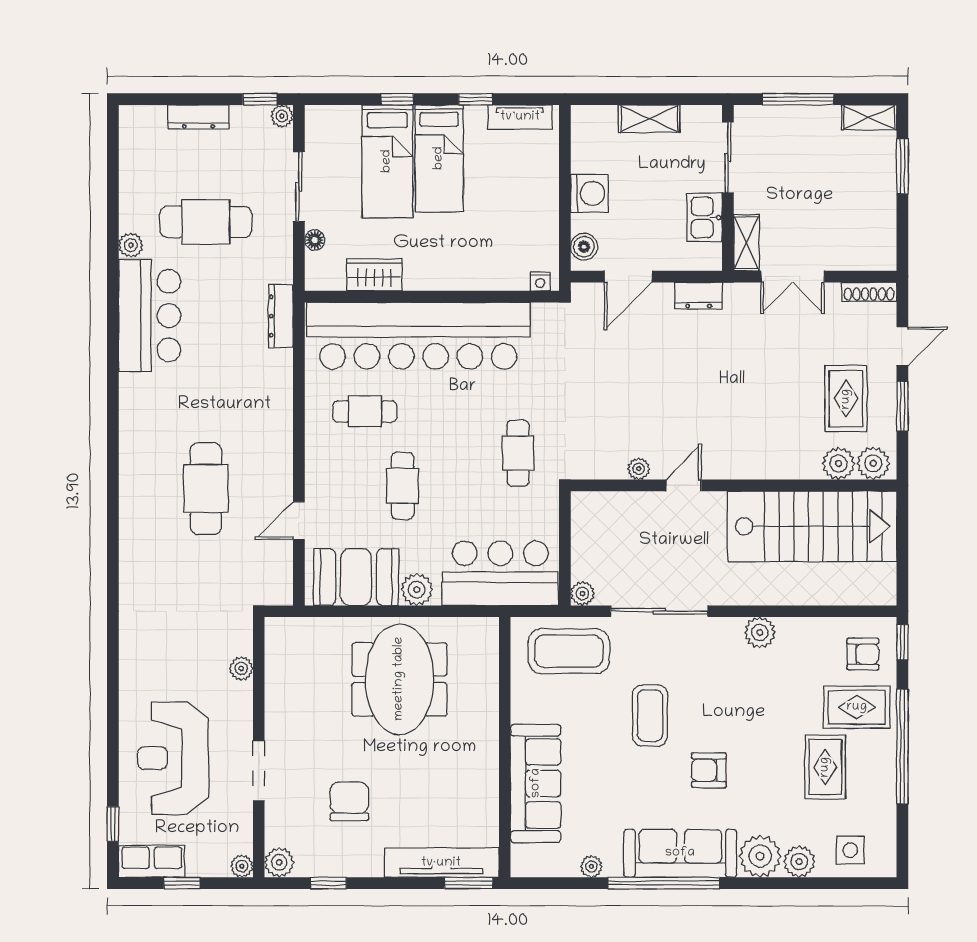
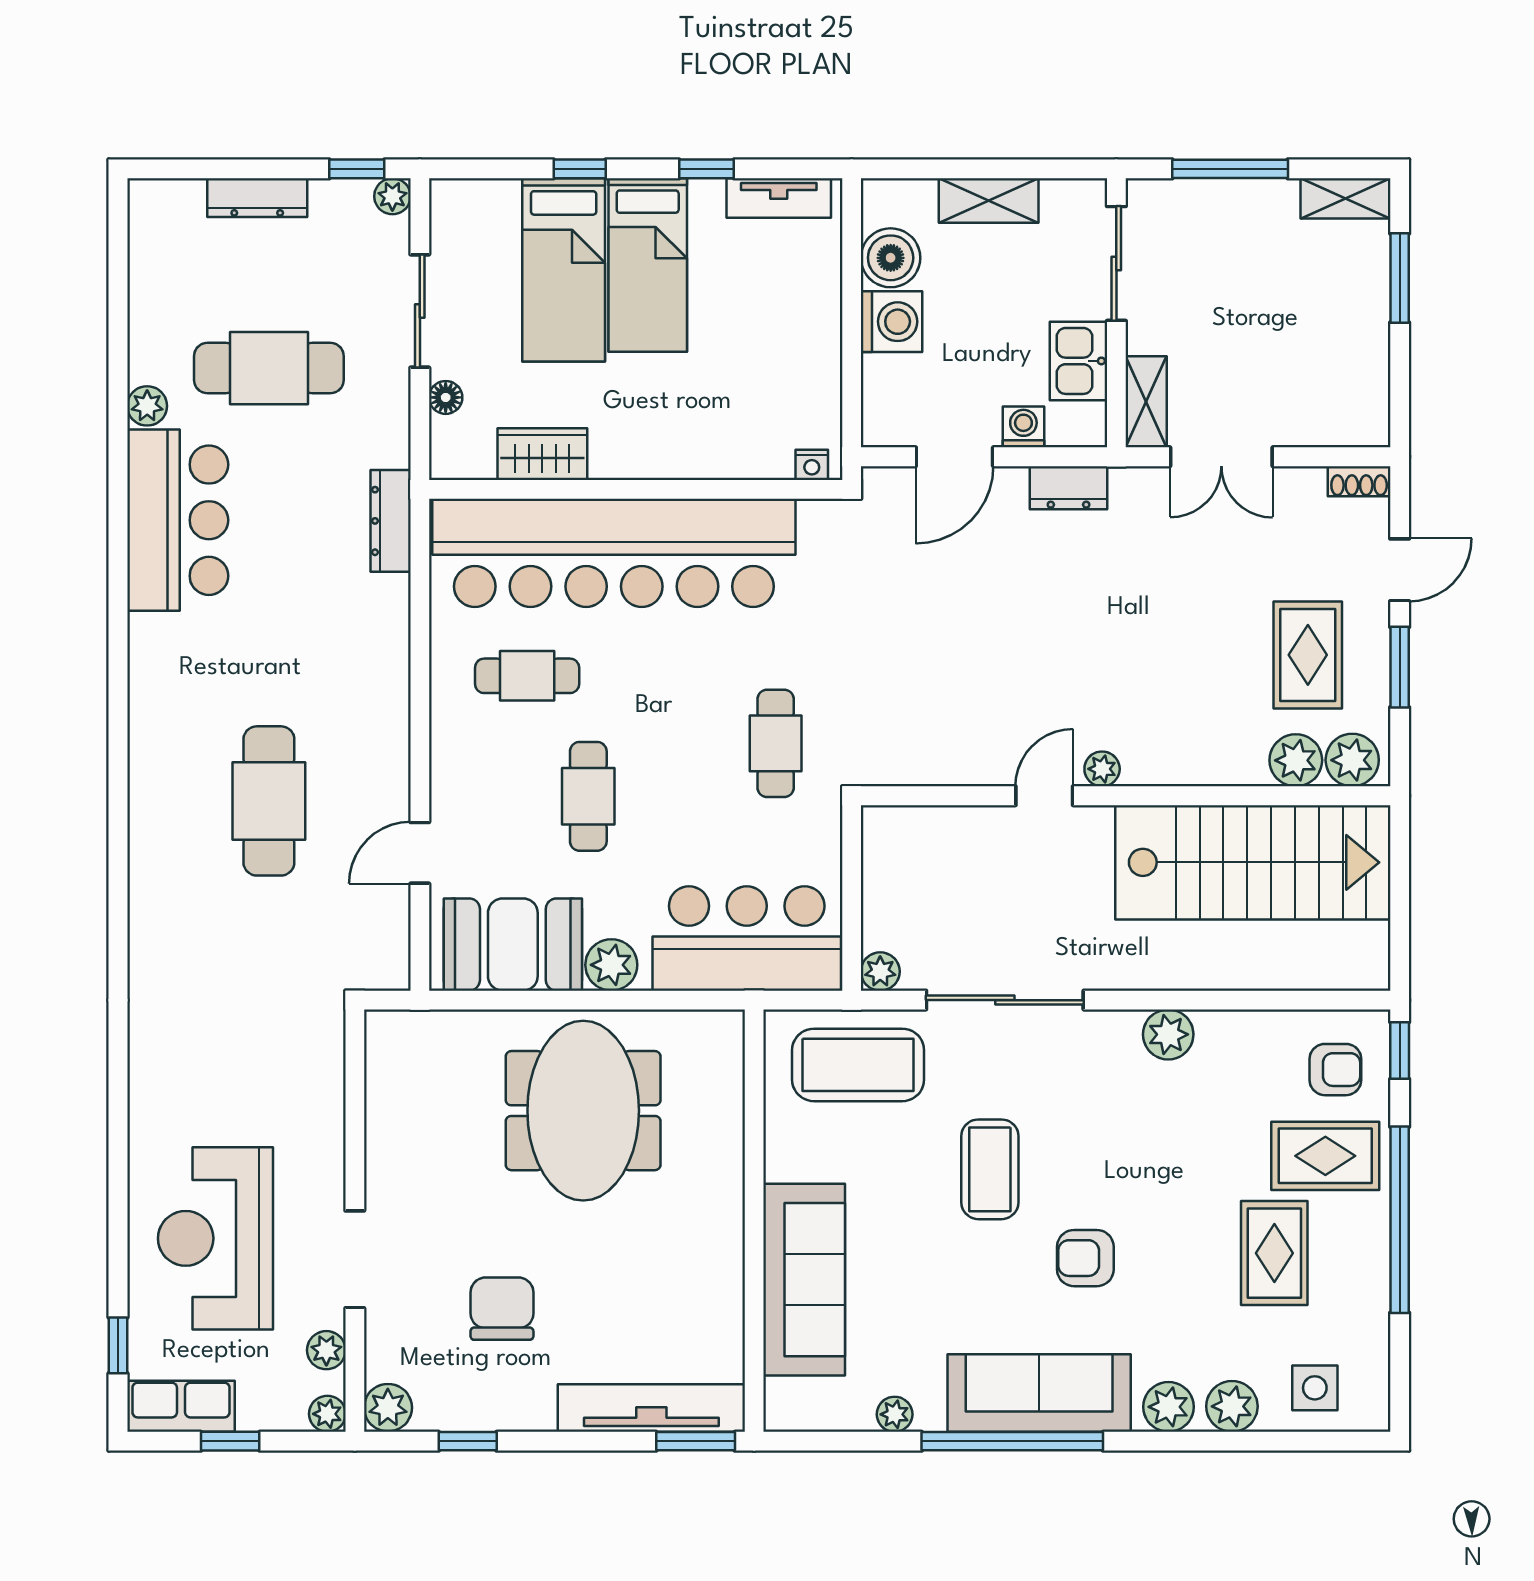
boiler: (584, 247) -> (891, 258), moved, width x1.36, depth x1.36
washing machine: (671, 258) -> (1023, 427), added
shoe rack: (869, 292) -> (1359, 481), width x0.70
plant: (639, 469) -> (1102, 769), moved
plant: (241, 668) -> (326, 1350), moved
plant: (760, 856) -> (1168, 1407), width x0.73, depth x0.73

